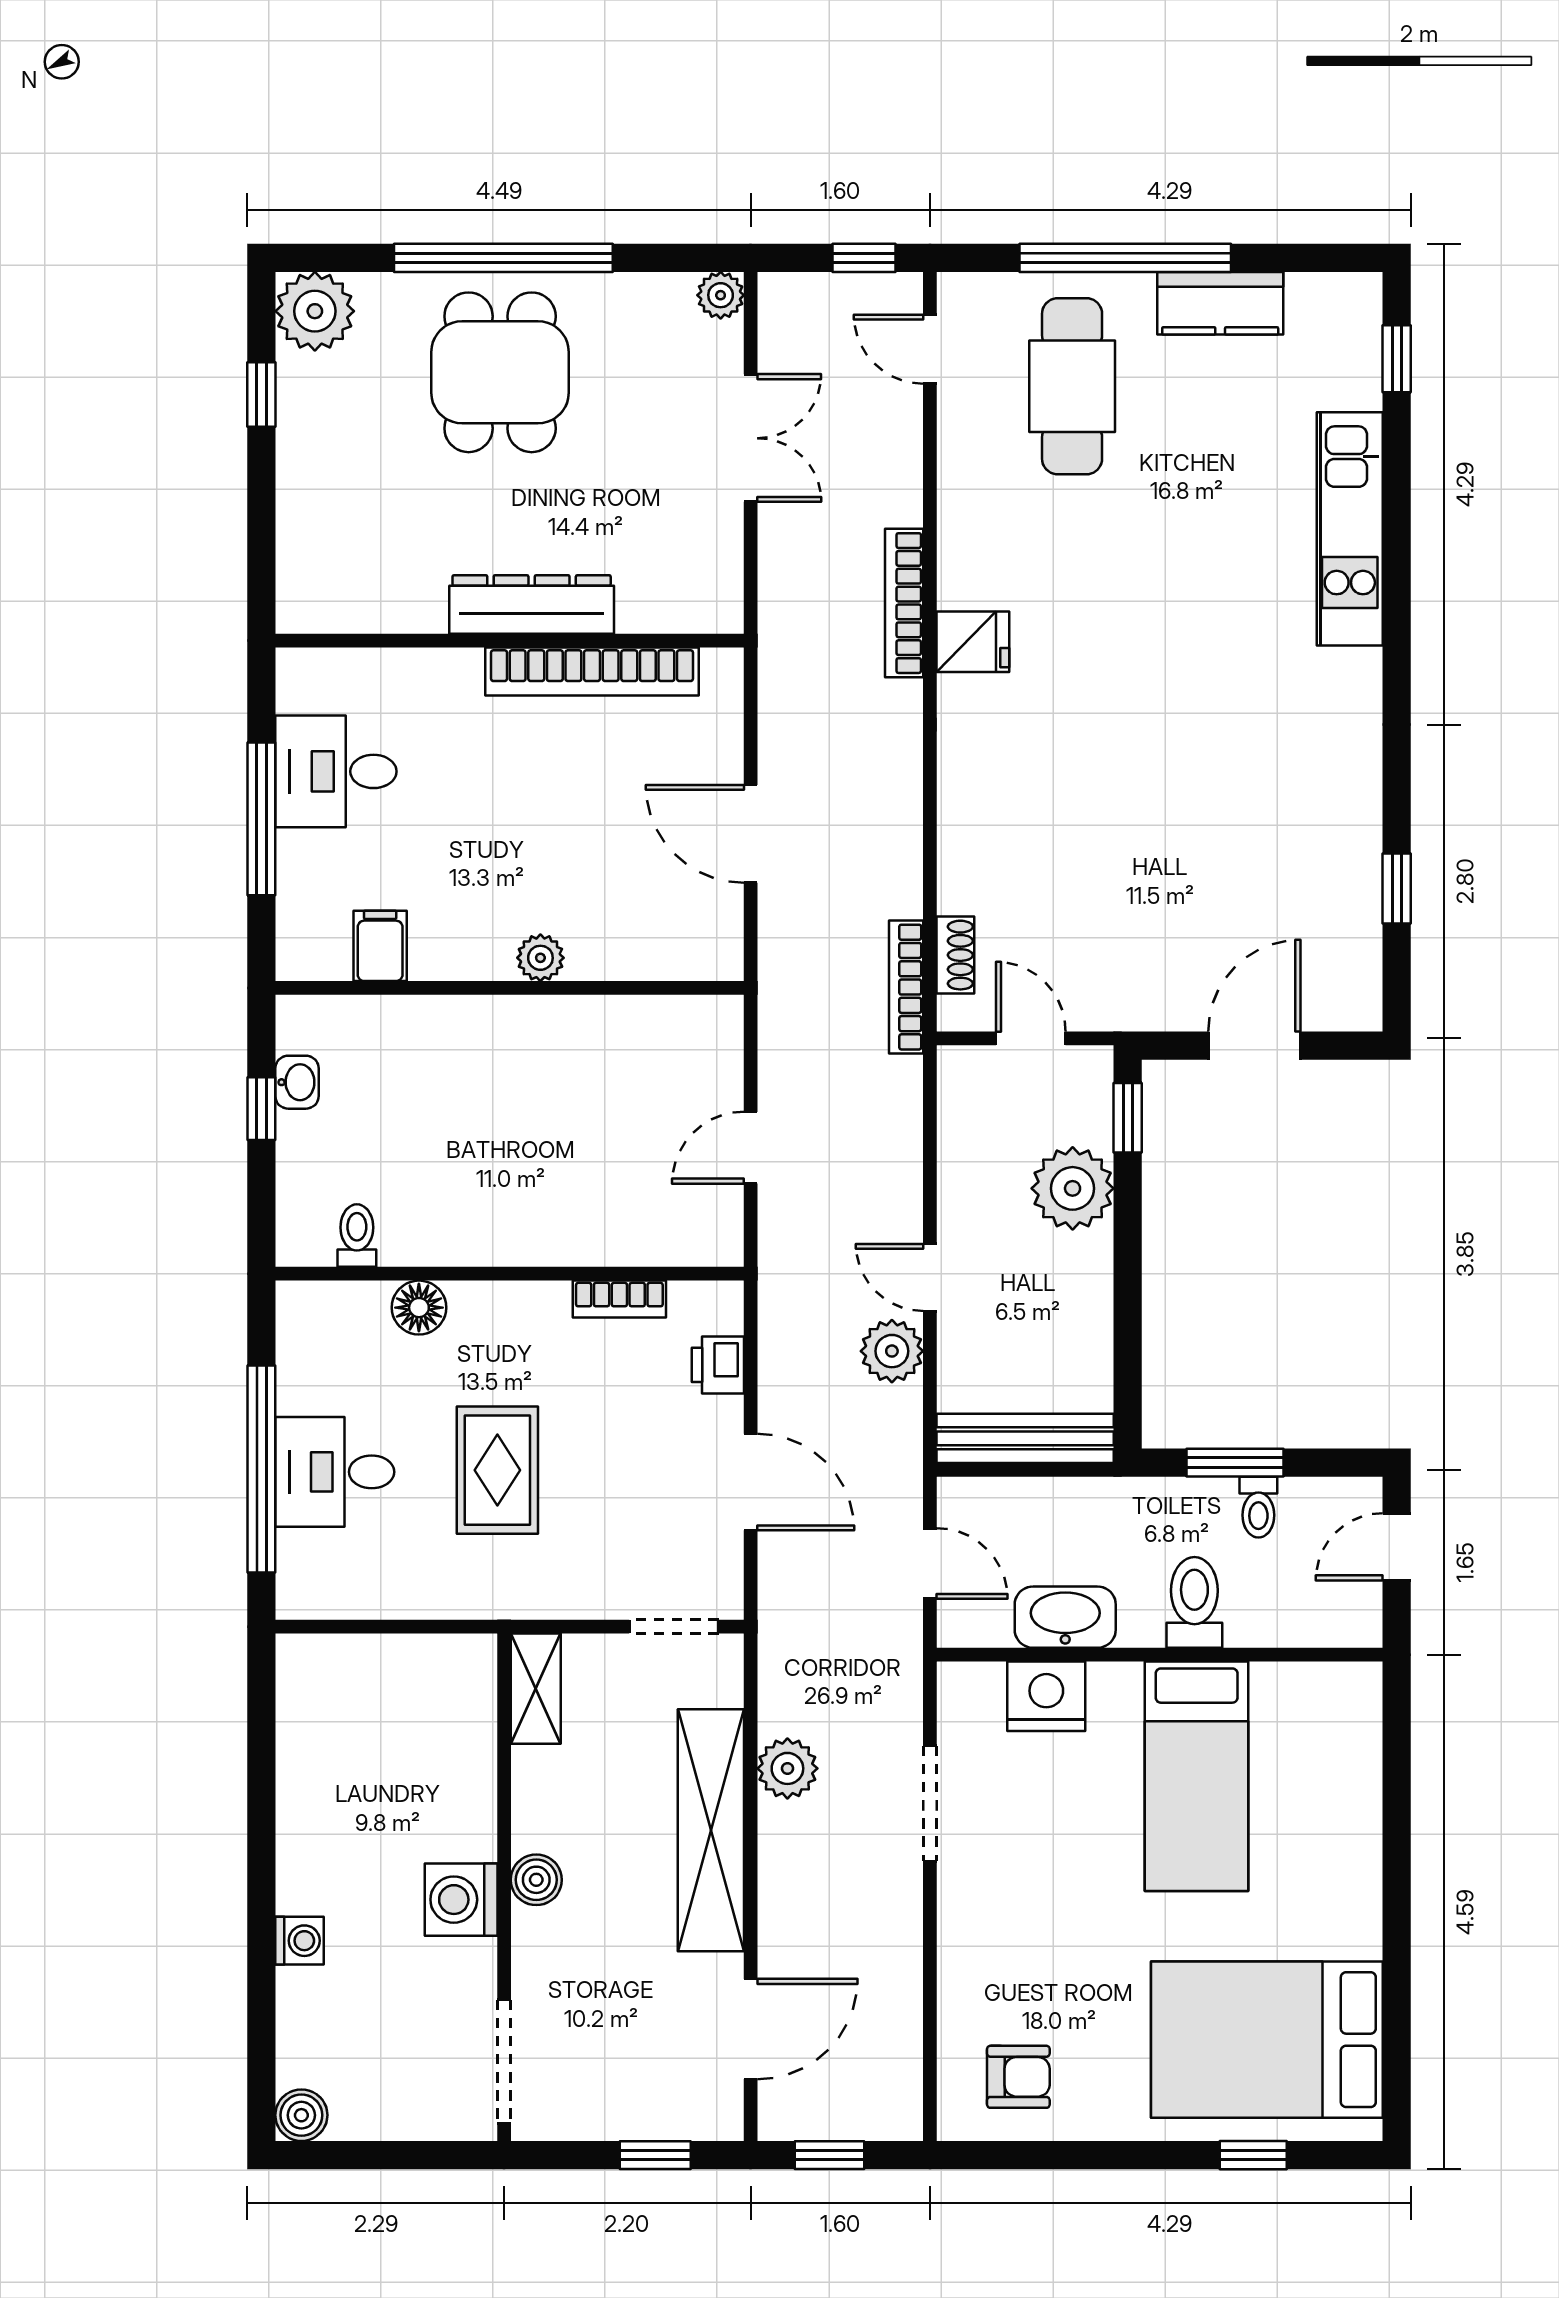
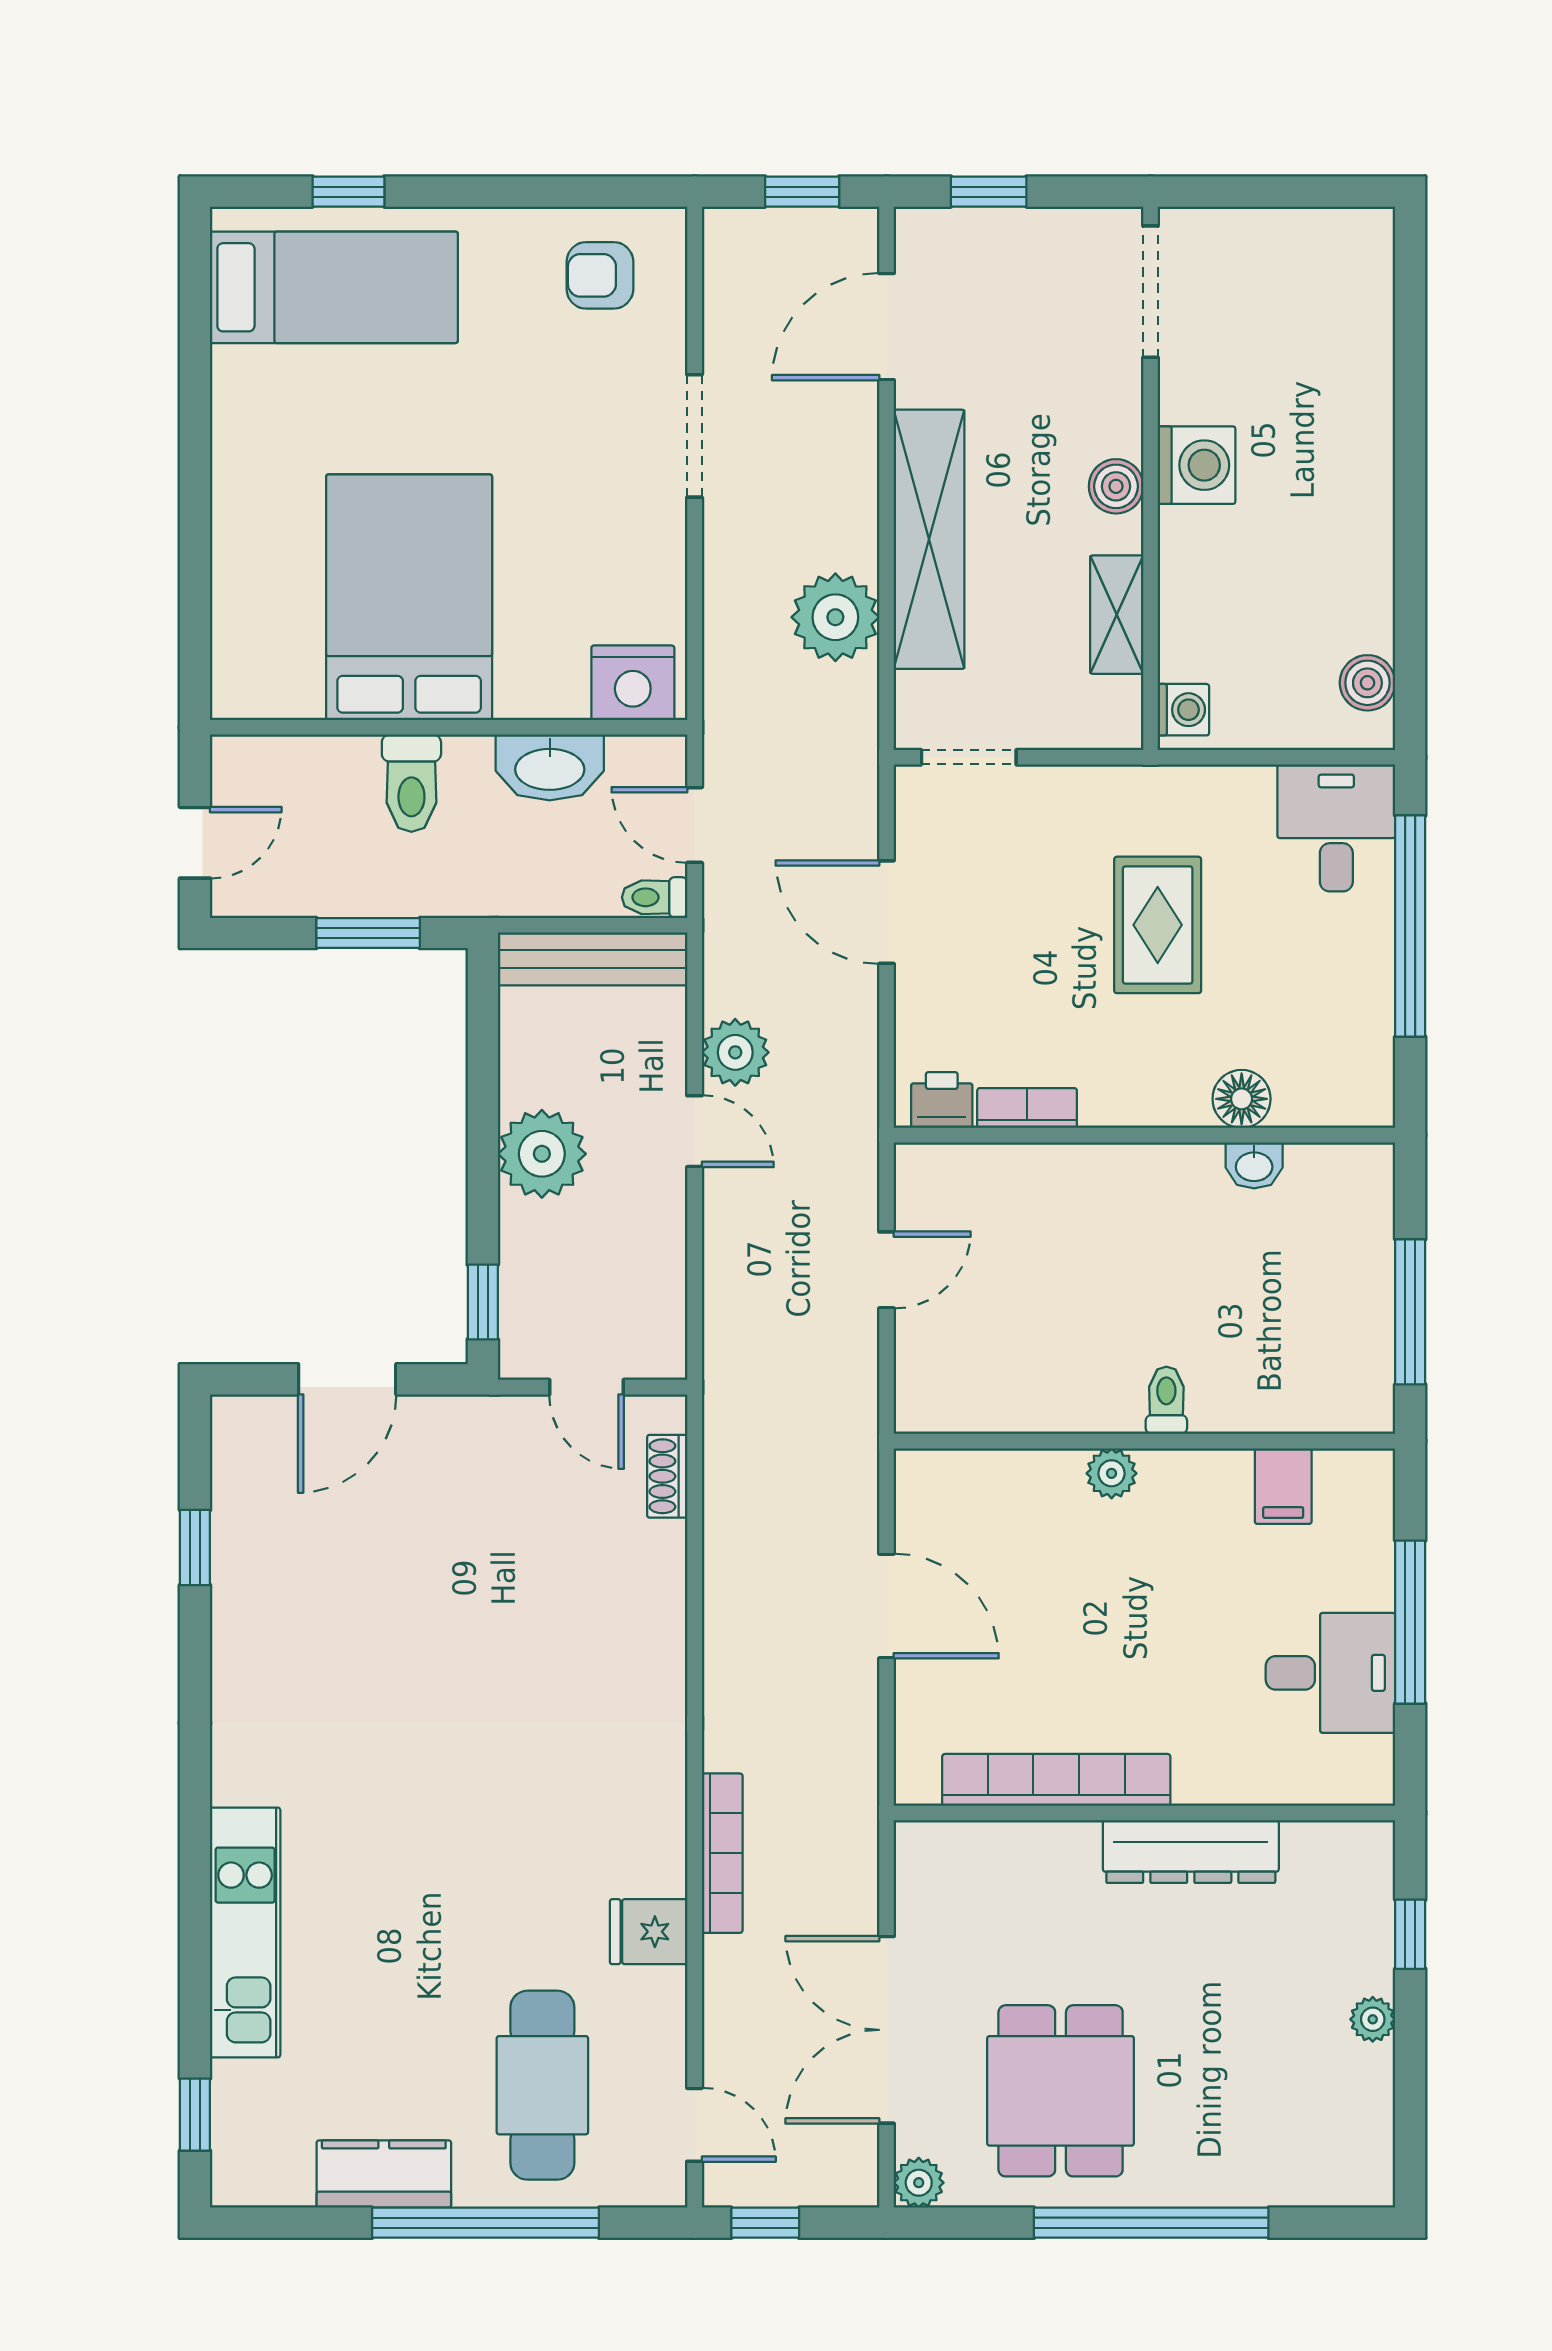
plant: (315, 311) -> (1373, 2019), moved, width x0.53, depth x0.53
dining table: (500, 372) -> (1061, 2091), moved
window: (261, 395) -> (1410, 1934), moved
double door: (751, 438) -> (887, 2030), width x1.37
dresser: (532, 604) -> (1191, 1852), moved
fridge: (973, 642) -> (649, 1932), moved
bookcase: (906, 987) -> (720, 1442), removed
washbasin: (297, 1082) -> (1254, 1165), moved, turned -90
window: (261, 1109) -> (1410, 1312), width x2.17
plant: (1073, 1188) -> (542, 1154), moved
toilet: (357, 1236) -> (1166, 1400), moved, turned 180
printer: (718, 1365) -> (942, 1100), moved, turned -90
desk: (335, 1472) -> (1336, 828), moved, turned -90
toilet: (1258, 1507) -> (655, 897), moved, turned -90
shelving: (536, 1689) -> (1117, 615), moved
nightstand: (1046, 1696) -> (633, 683), moved
plant: (787, 1768) -> (835, 617), width x1.36, depth x1.36
bed: (1197, 1776) -> (409, 597), width x1.50
doorway: (930, 1804) -> (695, 436), moved
washing machine: (299, 1941) -> (1183, 710), moved, turned 180
bed: (1267, 2040) -> (334, 287), width x0.67
boiler: (301, 2115) -> (1367, 683), moved

